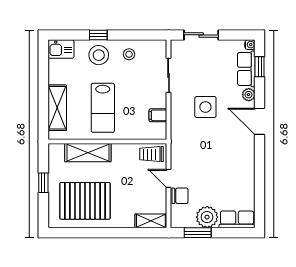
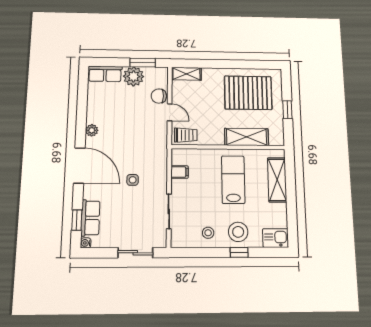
plant: (249, 95) -> (92, 130), moved
side table: (205, 107) -> (133, 180), width x0.54, depth x0.54
door: (260, 121) -> (79, 166), width x1.36

